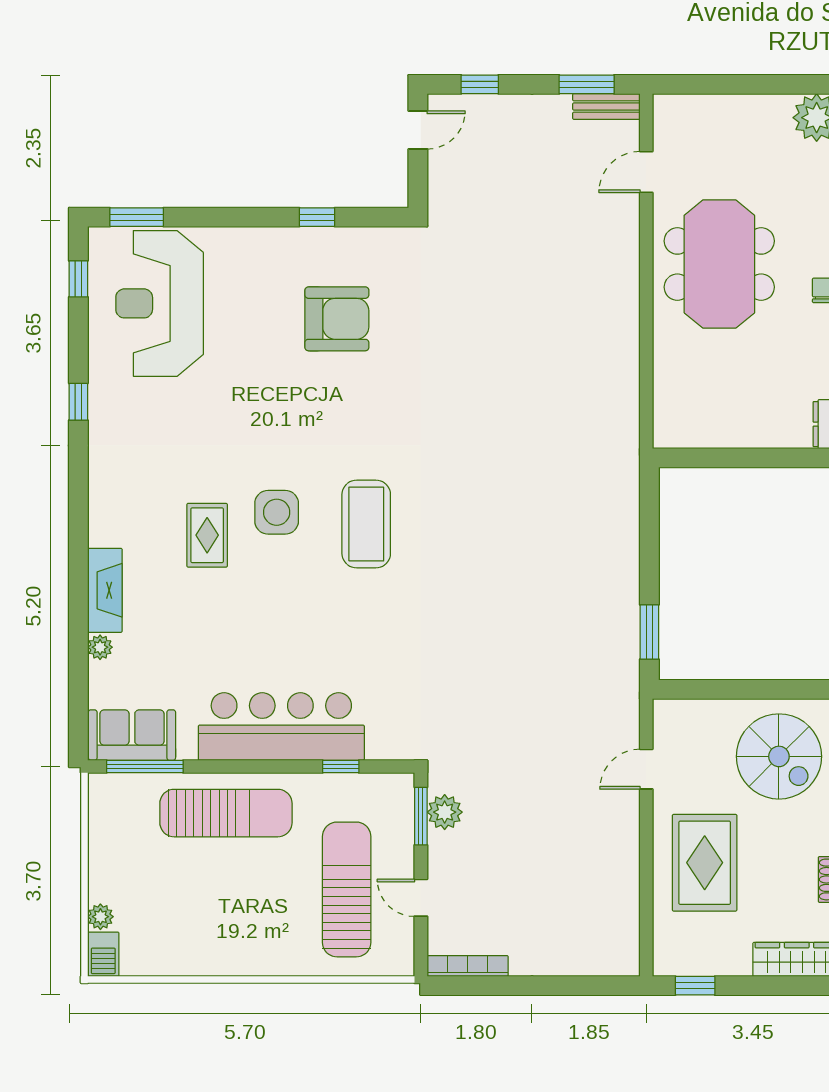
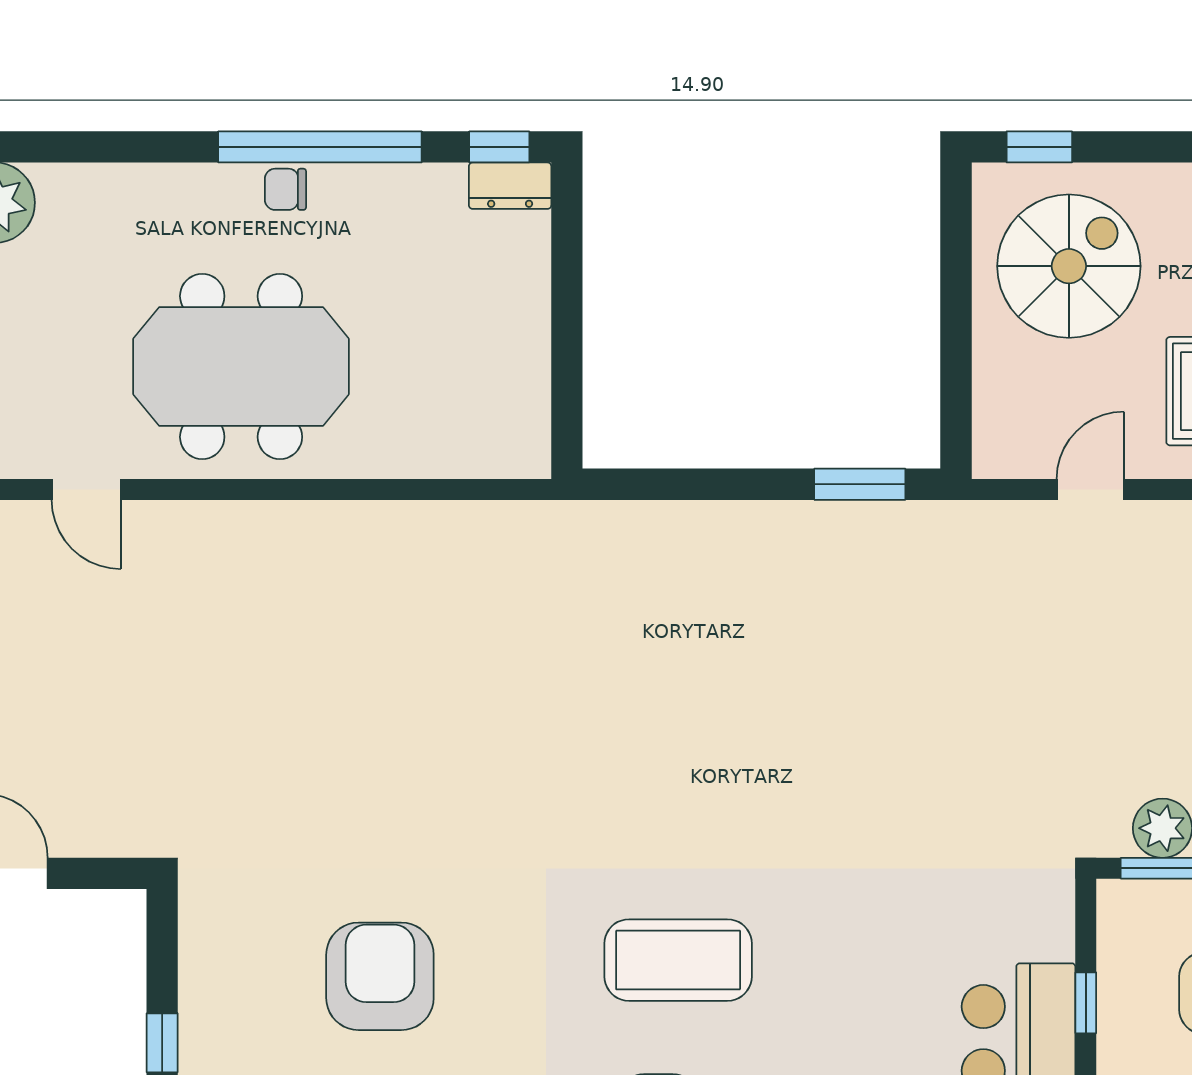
armchair: (337, 319) -> (380, 976), moved
door: (646, 769) -> (1090, 489), swing flipped

